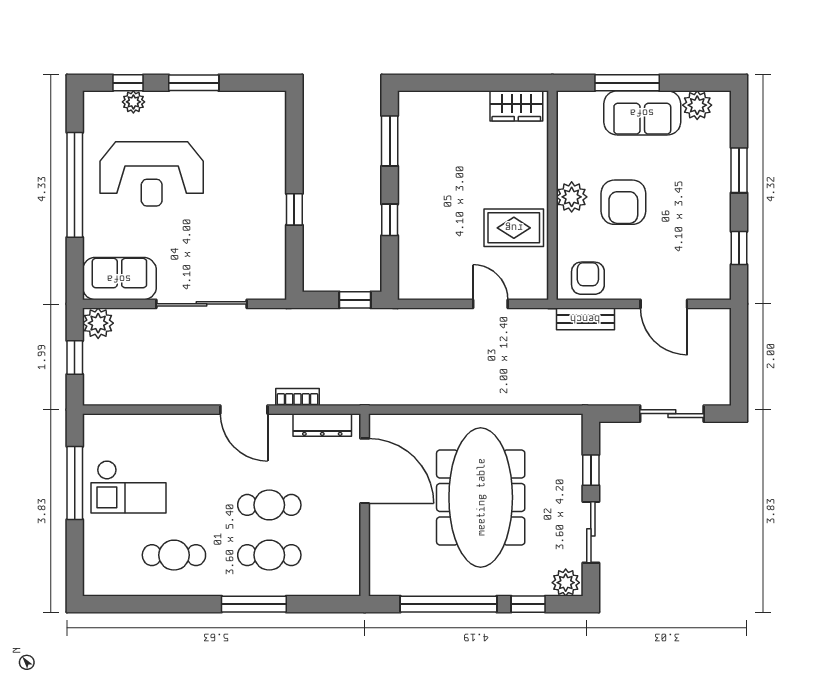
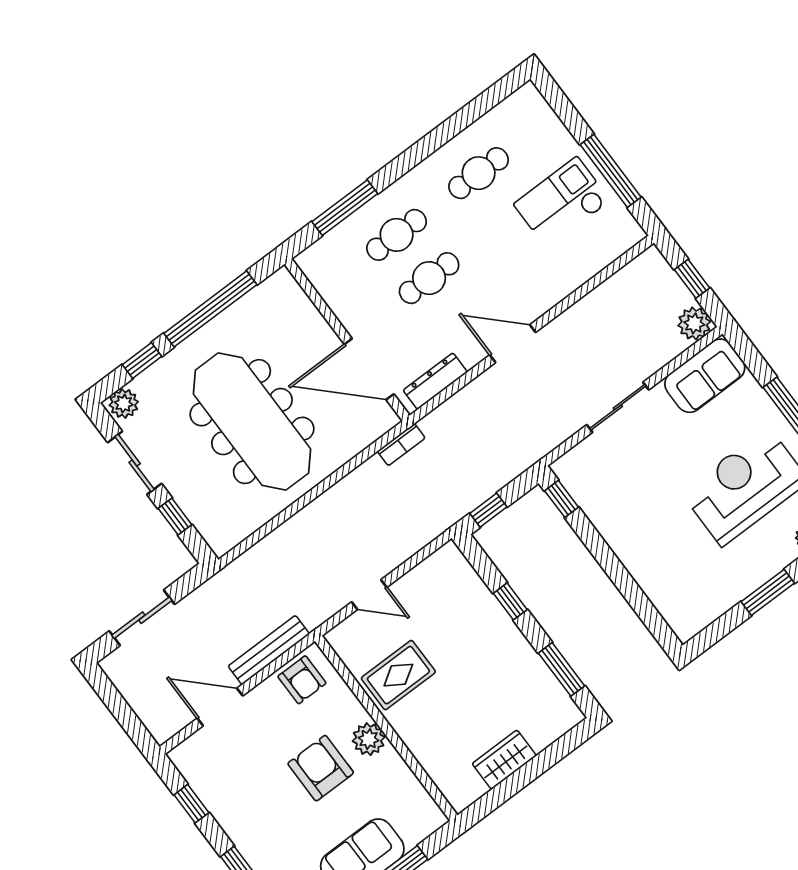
wardrobe: (516, 106) -> (504, 760), moved
window: (294, 209) -> (562, 499), moved
sliding door: (202, 304) -> (618, 407), width x0.73
bench: (585, 319) -> (269, 650), width x1.36
bookcase: (298, 397) -> (401, 445), moved
window: (254, 604) -> (345, 208), moved

